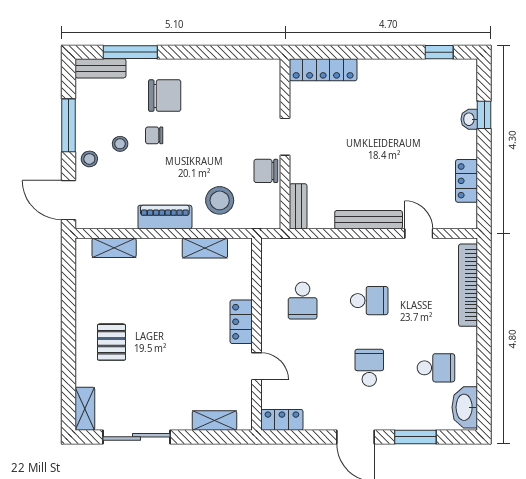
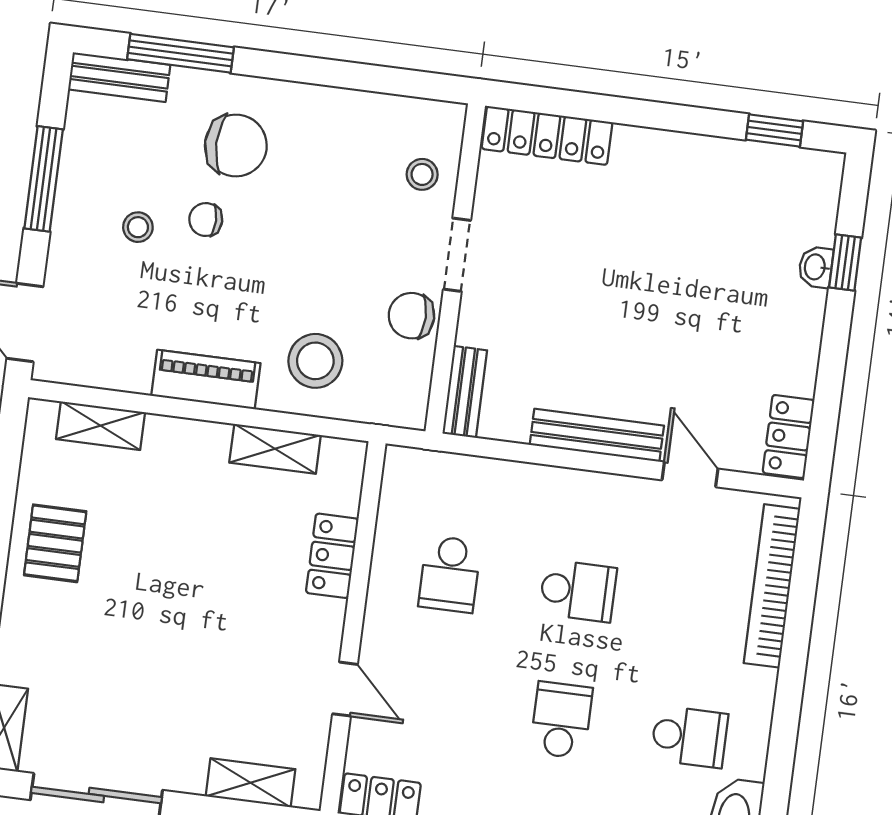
stool: (89, 159) -> (422, 174), moved
locker: (467, 181) -> (788, 437), moved
locker: (241, 322) -> (332, 556), moved
pallet: (111, 342) -> (55, 543), moved

